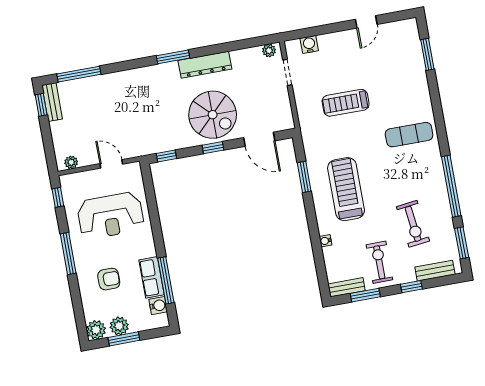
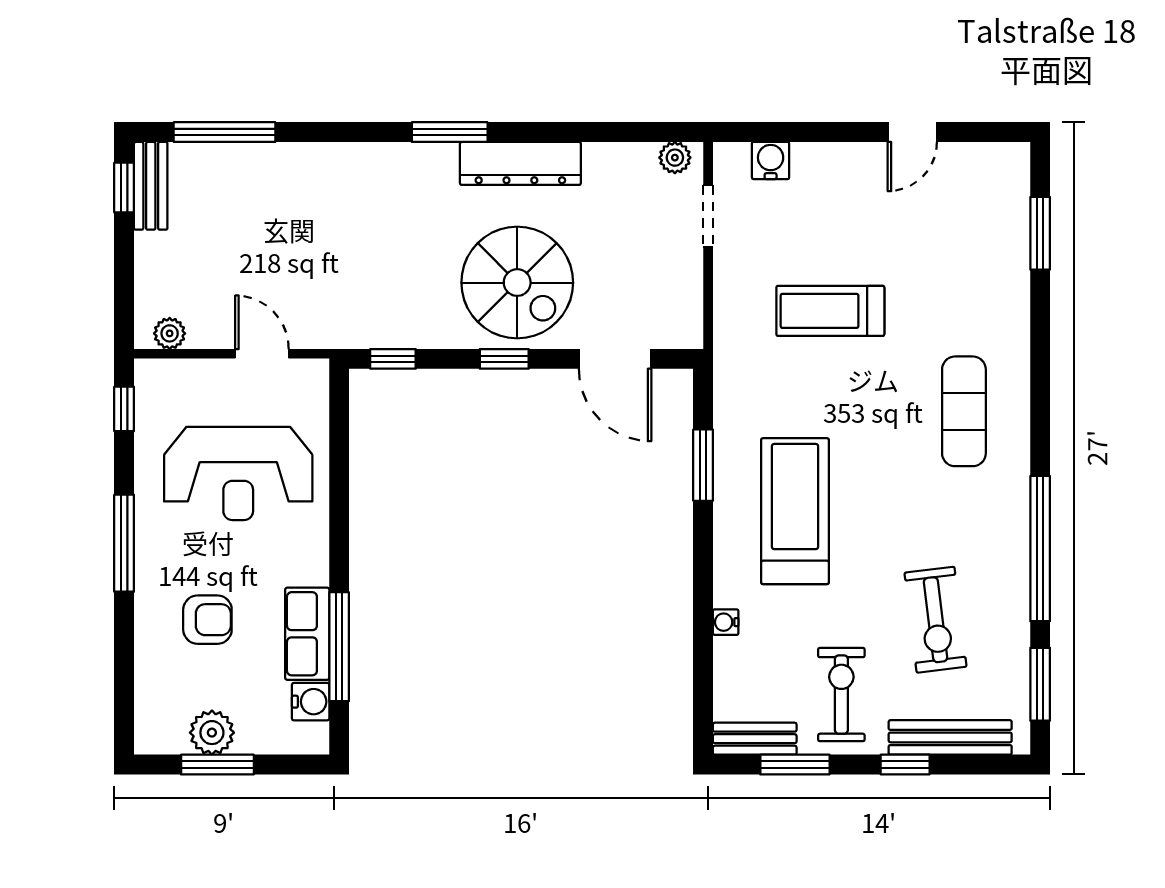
exercise mat: (409, 135) -> (964, 411), turned 90
bench: (435, 271) -> (950, 737), width x1.36
plant: (96, 330) -> (157, 732), removed

